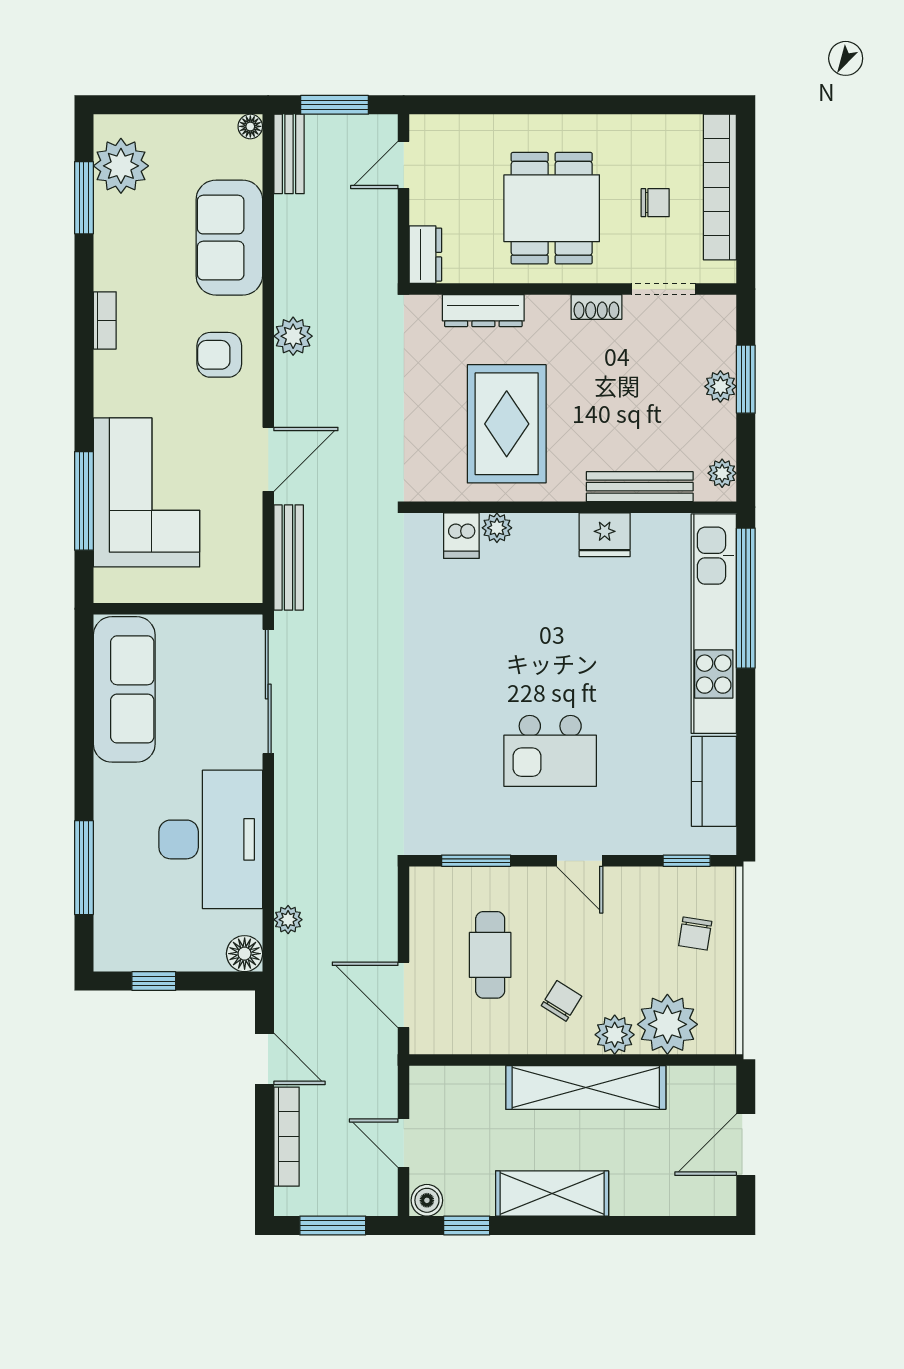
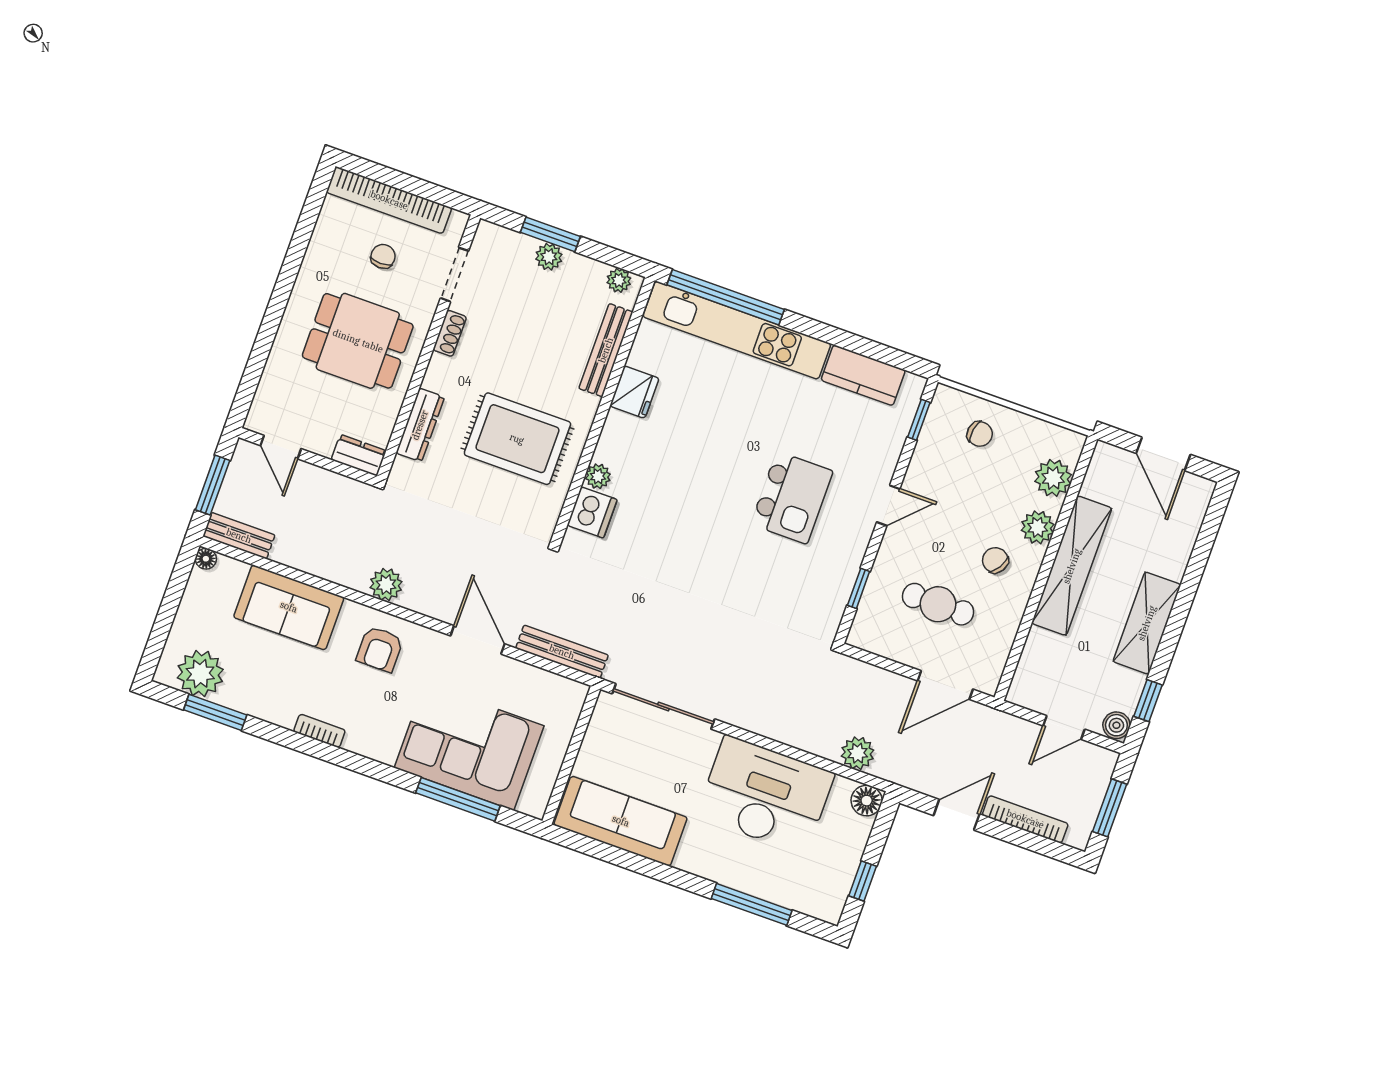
dishwasher: (461, 536) -> (592, 512), width x1.38
window: (476, 861) -> (859, 588), width x0.67
plant: (288, 920) -> (858, 753), width x1.38, depth x1.38
plant: (667, 1024) -> (1053, 478), width x0.73, depth x0.73

